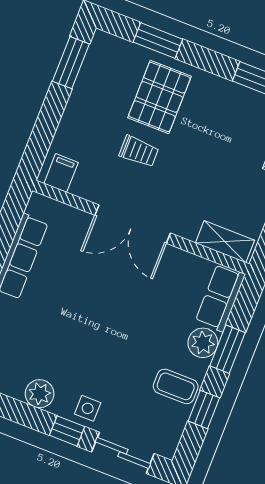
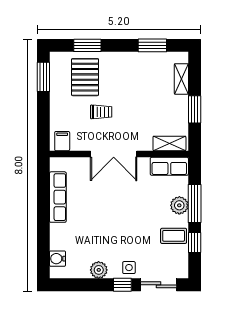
pallet: (159, 97) -> (85, 77), moved
row of seats: (220, 298) -> (169, 166), moved, turned -90
window: (228, 349) -> (195, 204), width x1.44

